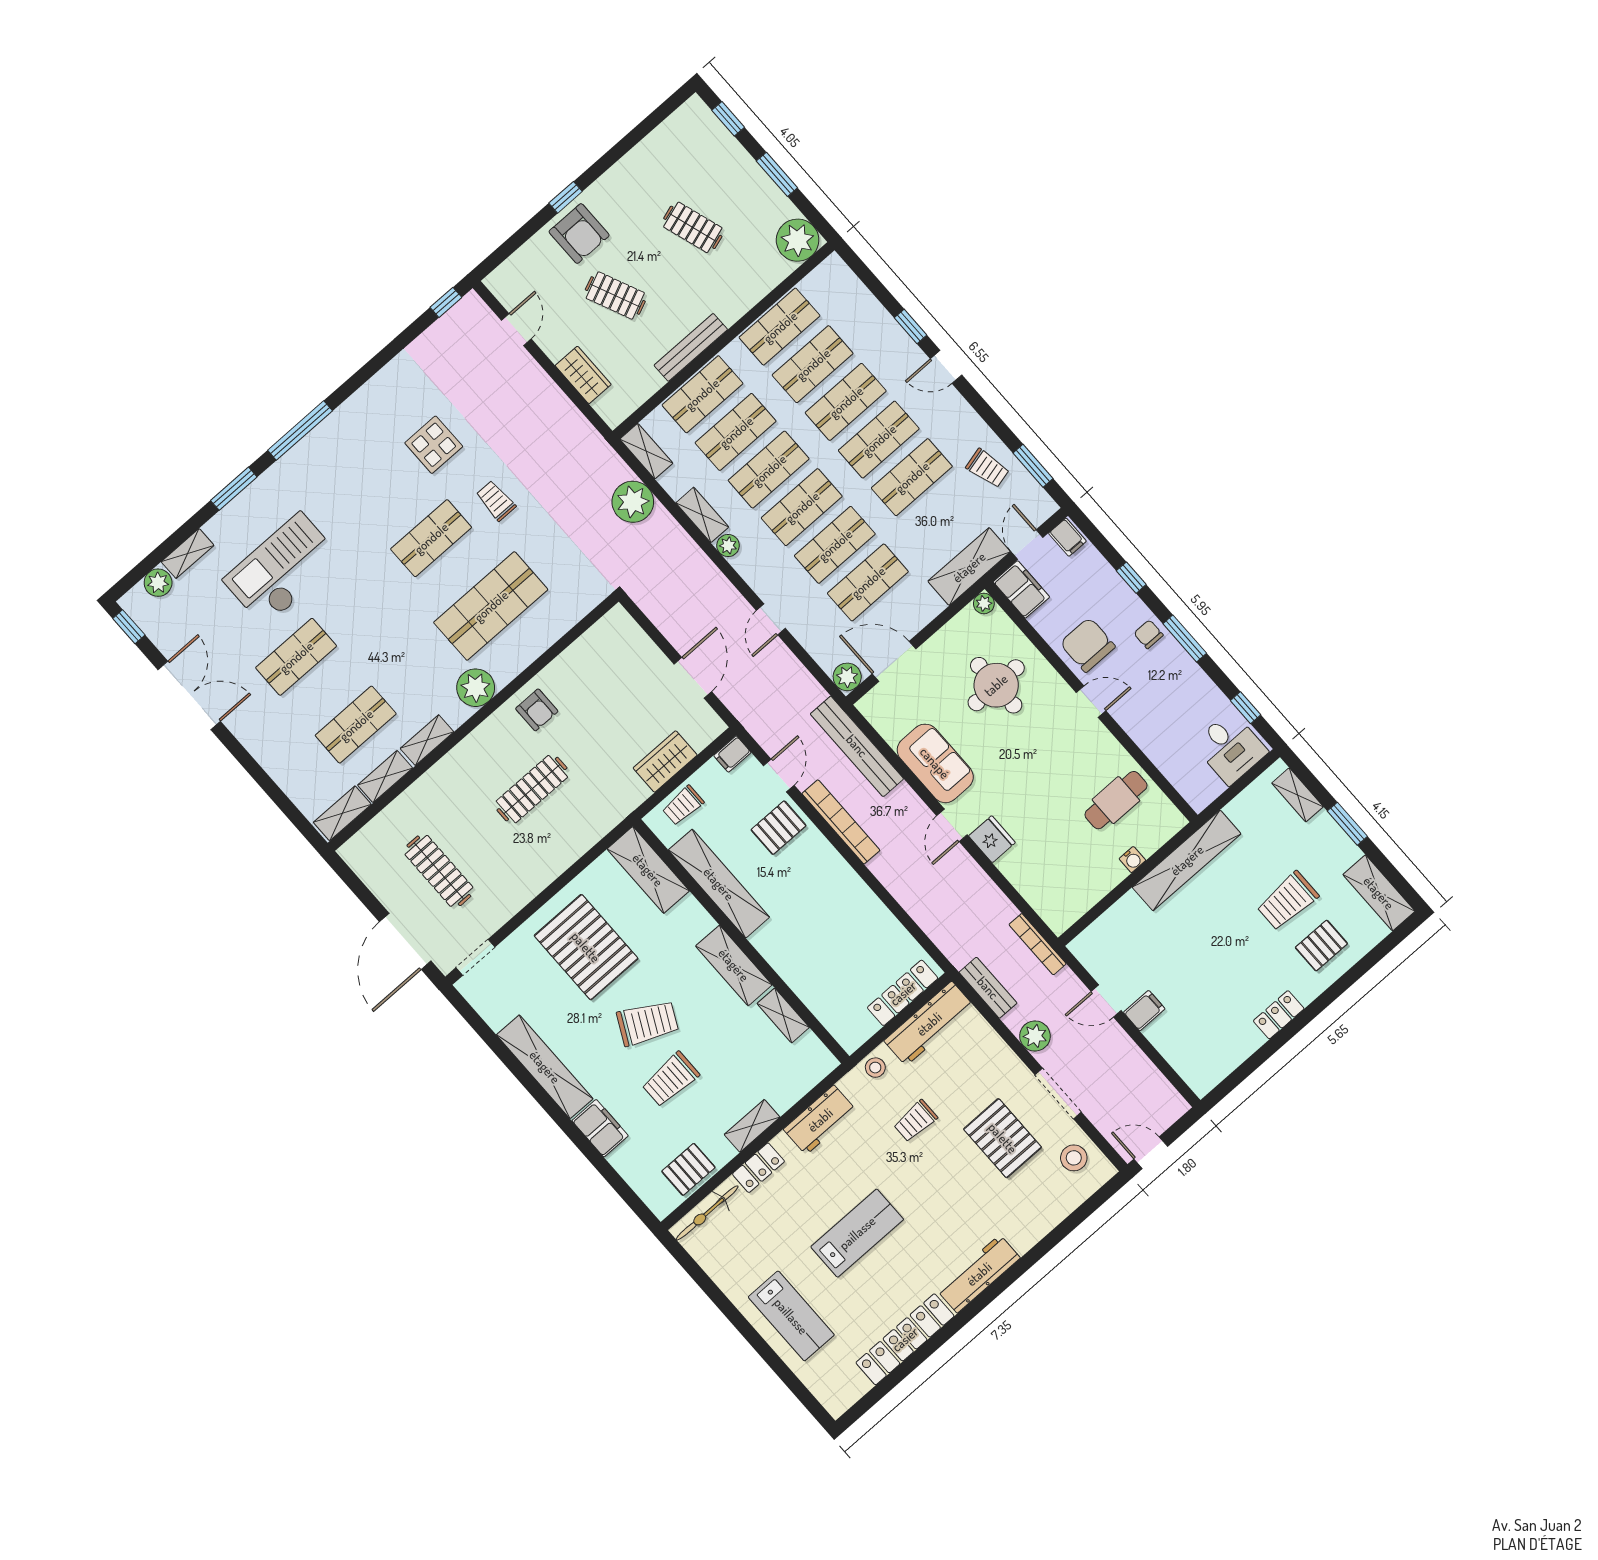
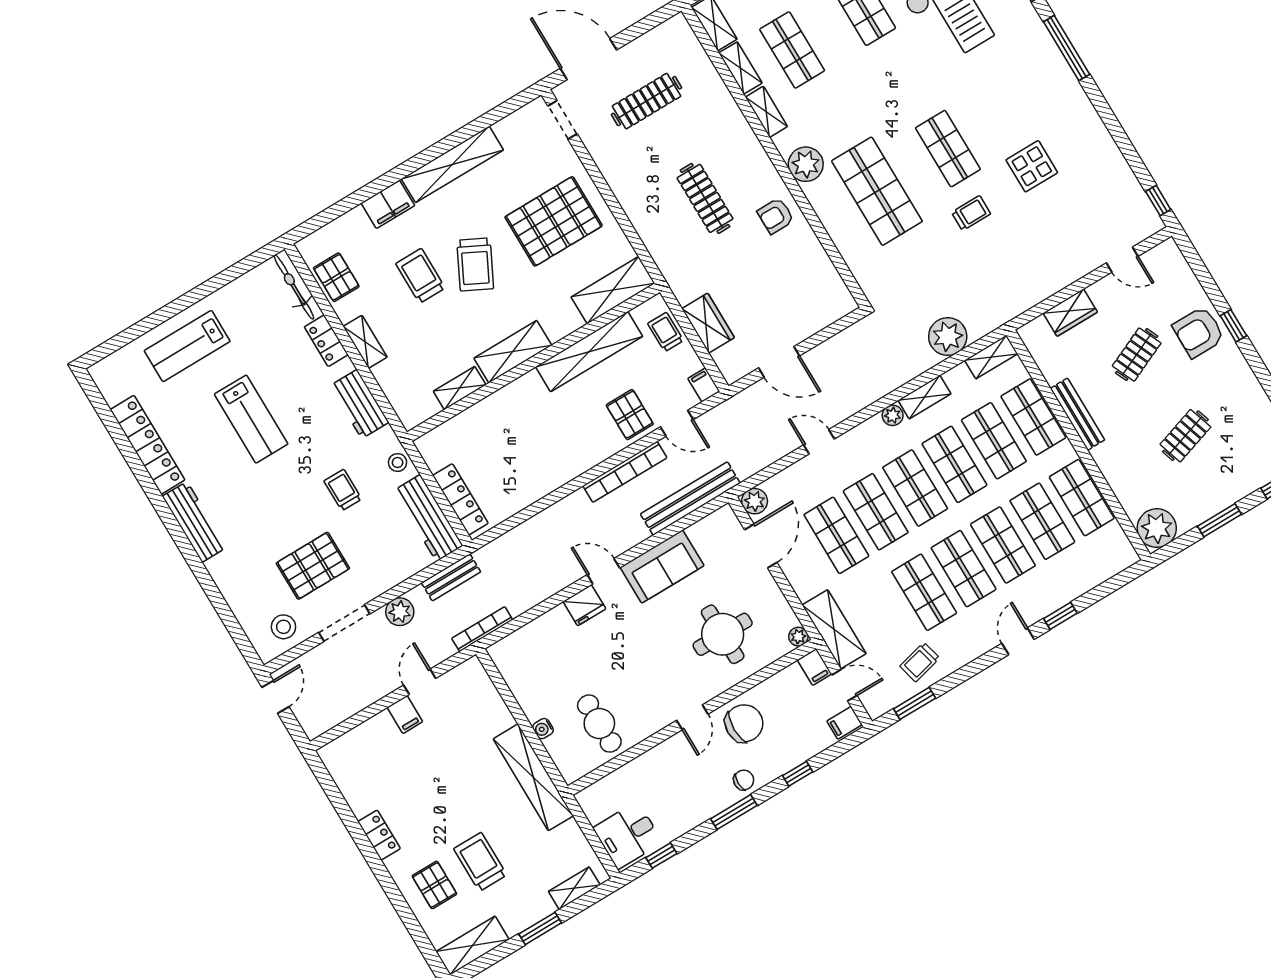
filing cabinet: (1021, 589) -> (815, 667), width x0.50

